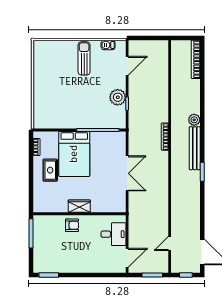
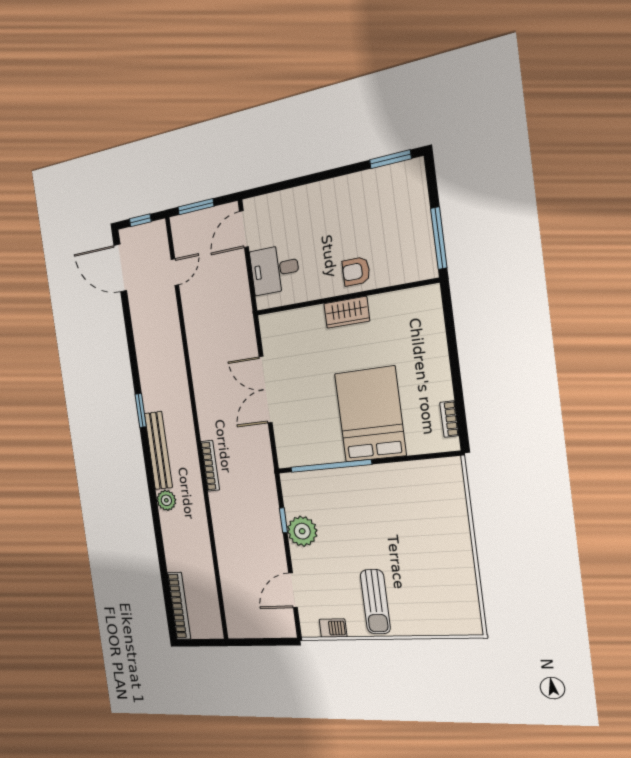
rug: (50, 170) -> (415, 376), removed

